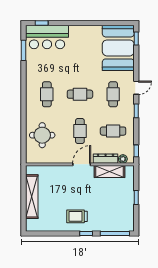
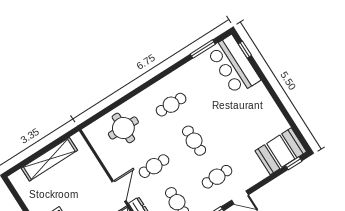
booth: (118, 48) -> (281, 151), width x0.73, depth x0.70
door: (82, 164) -> (119, 191), hinge flipped

